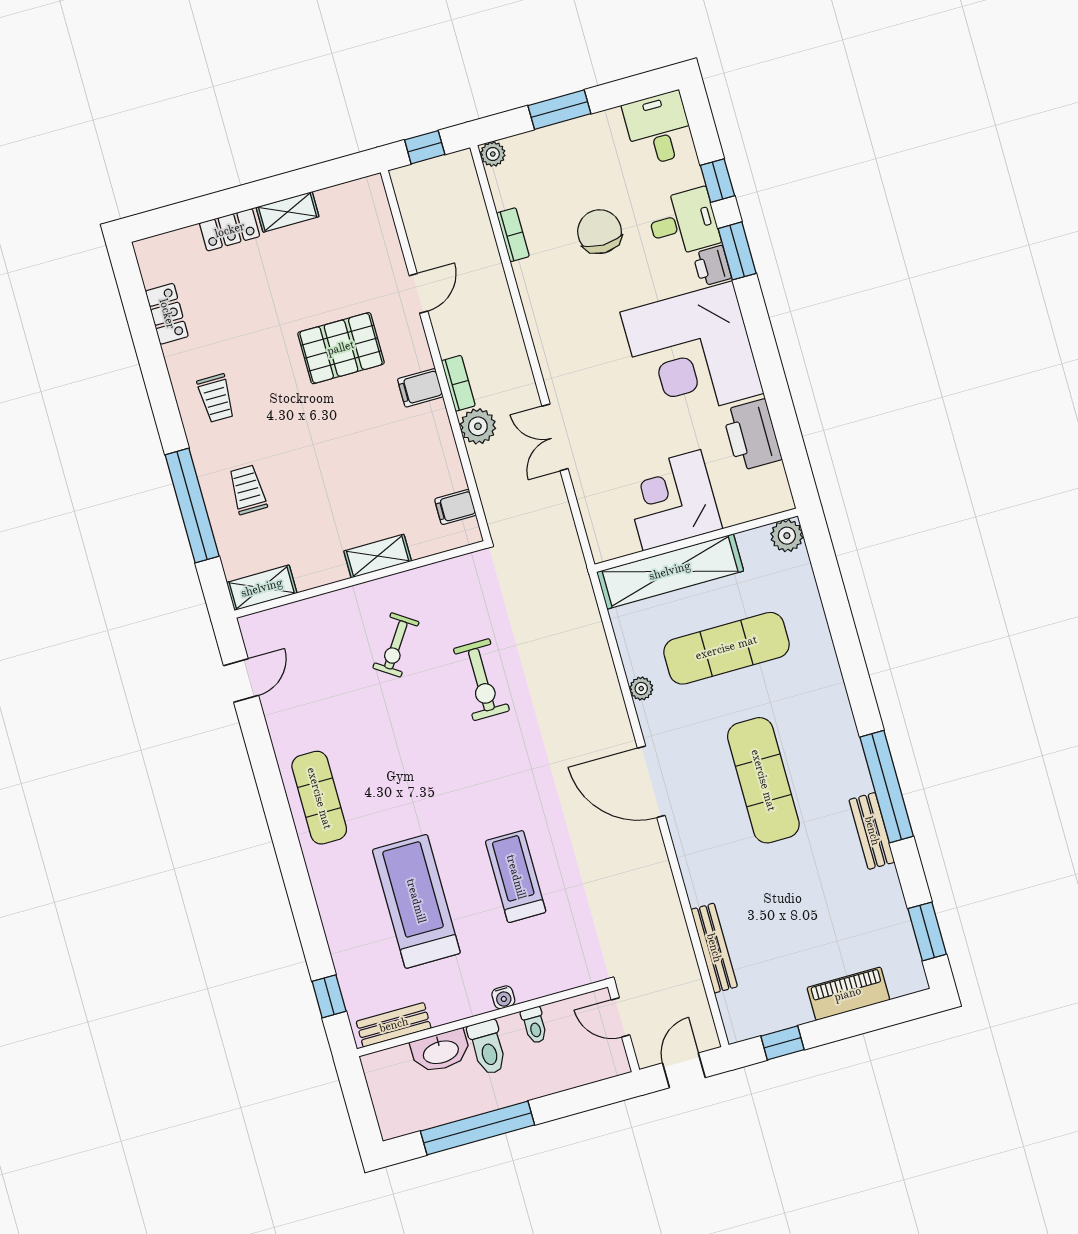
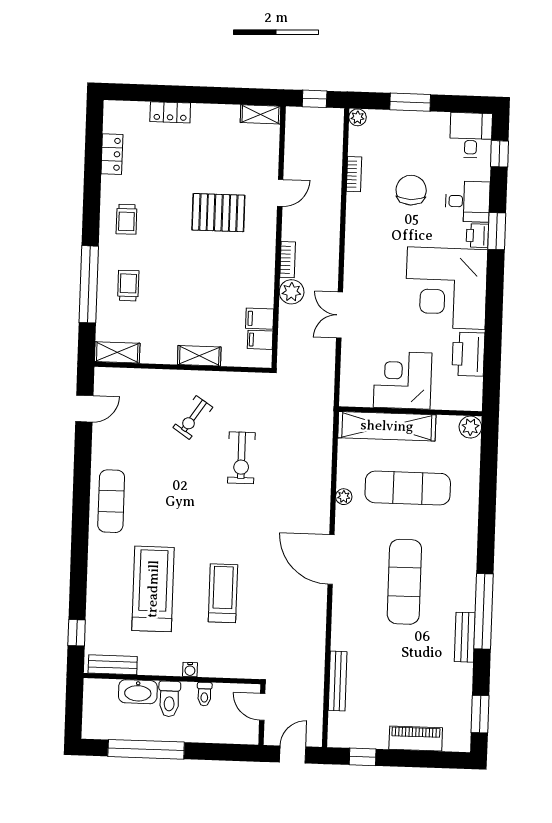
window: (717, 181) -> (500, 154), moved
shelving: (288, 212) -> (260, 114), moved
filing cabinet: (420, 388) -> (260, 319), moved

